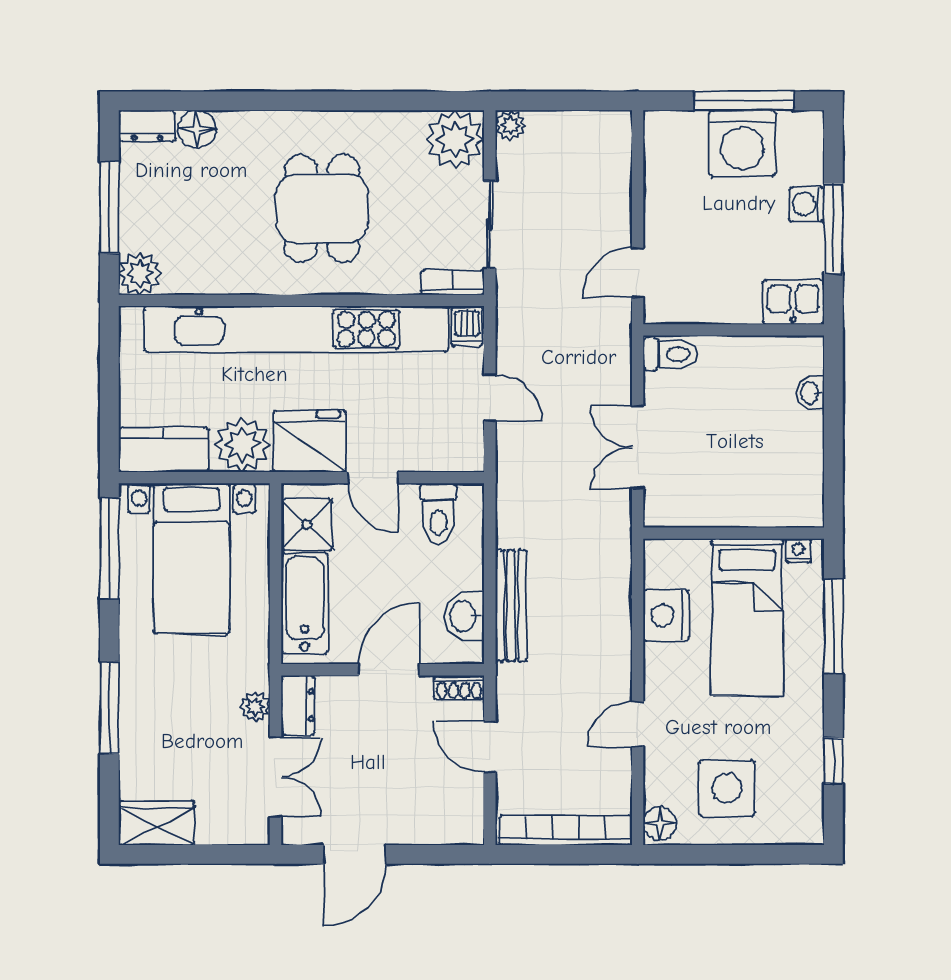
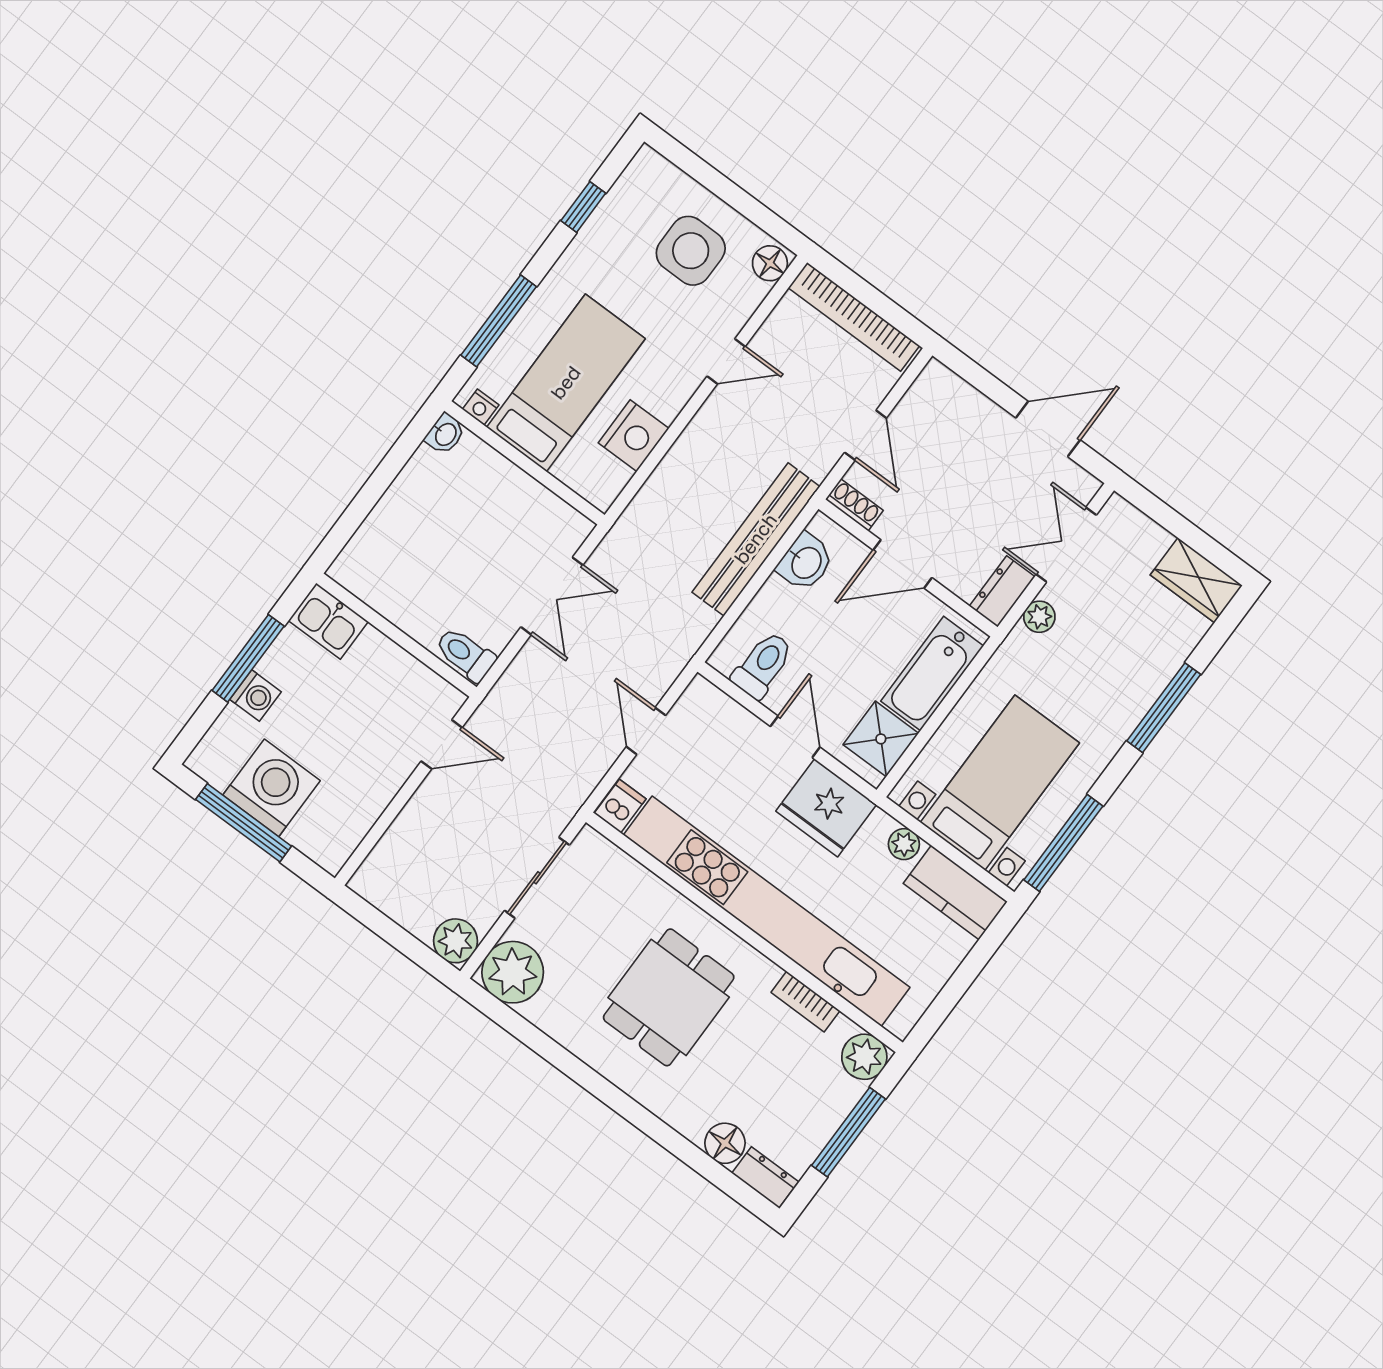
plant: (510, 125) -> (456, 941), width x1.38, depth x1.38
bookcase: (453, 282) -> (805, 1002), moved
washbasin: (810, 393) -> (445, 434), moved
plant: (243, 445) -> (904, 844), width x0.53, depth x0.53
bench: (511, 606) -> (756, 539), width x1.37, depth x1.21

